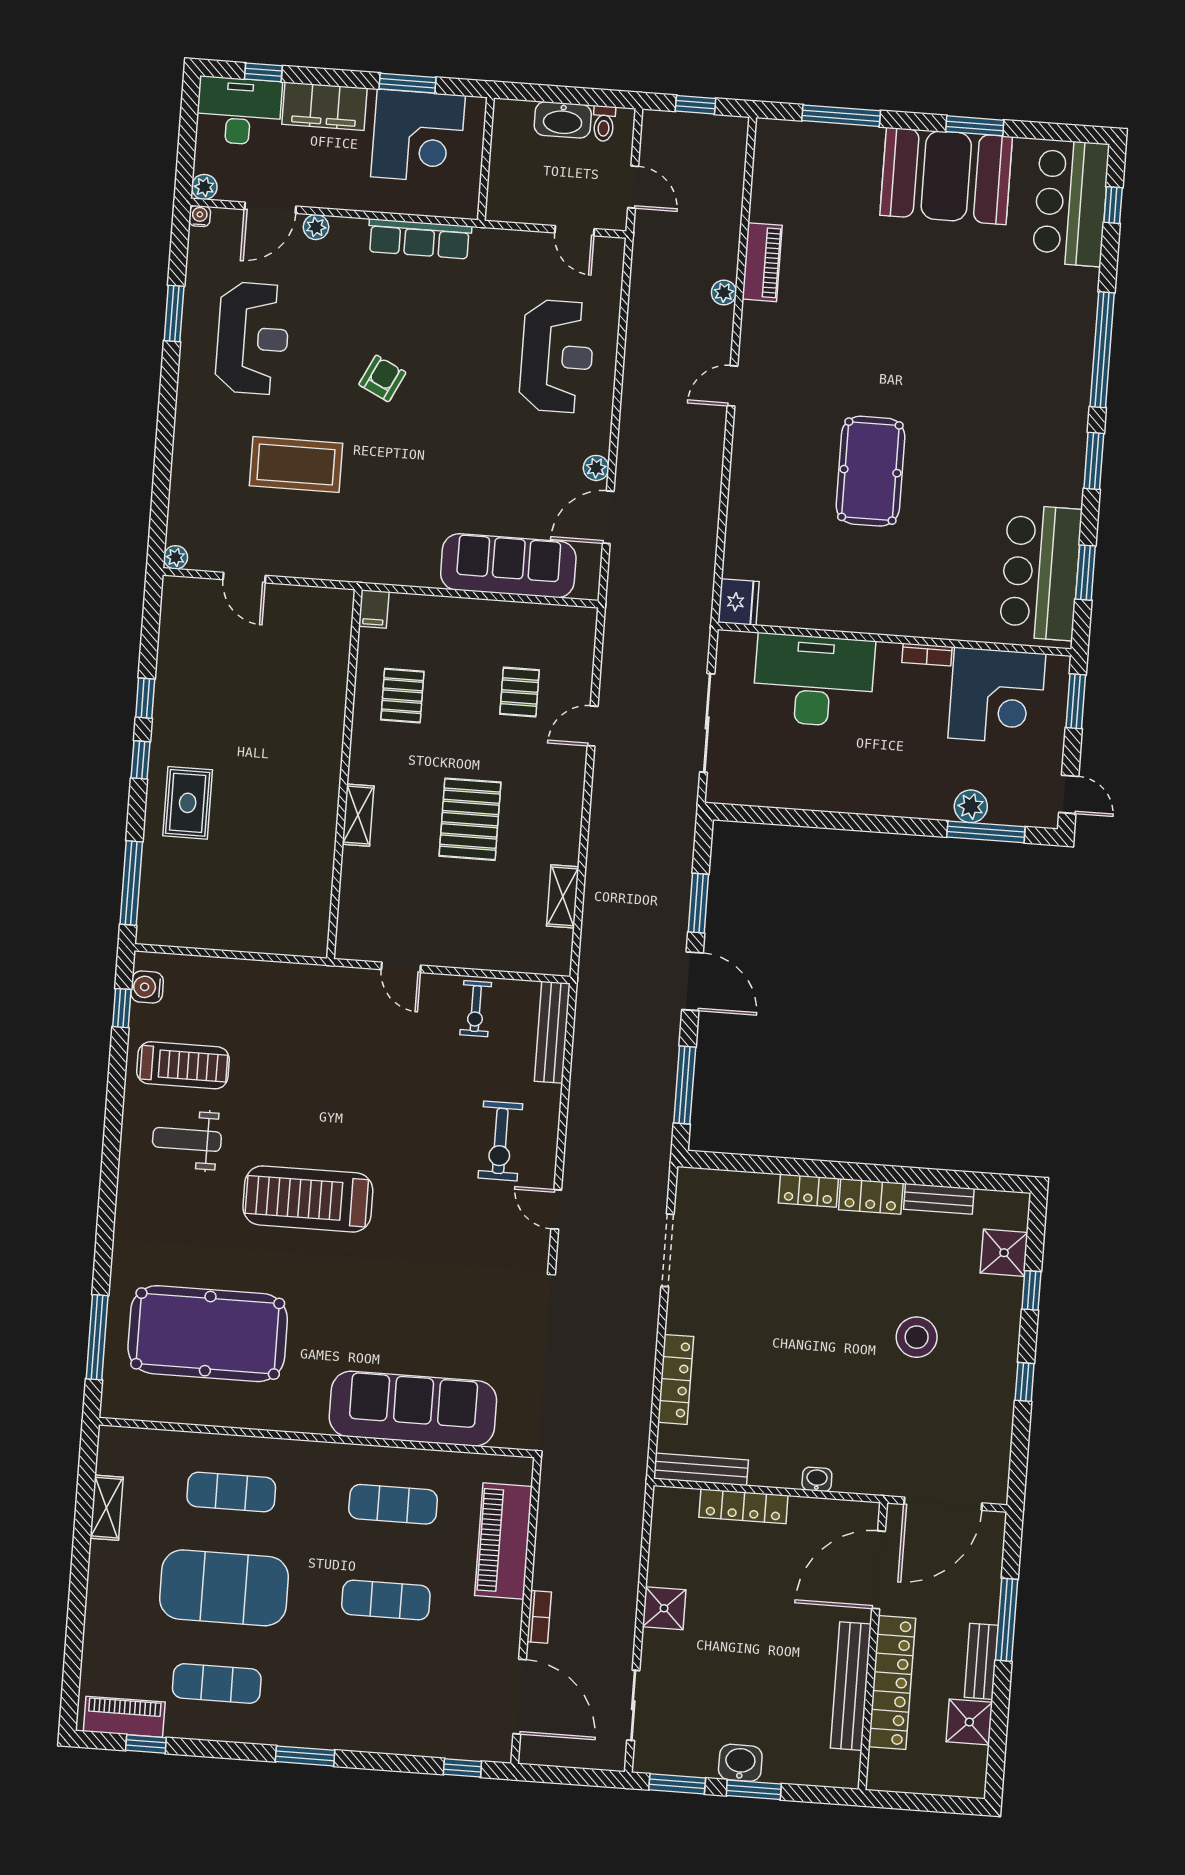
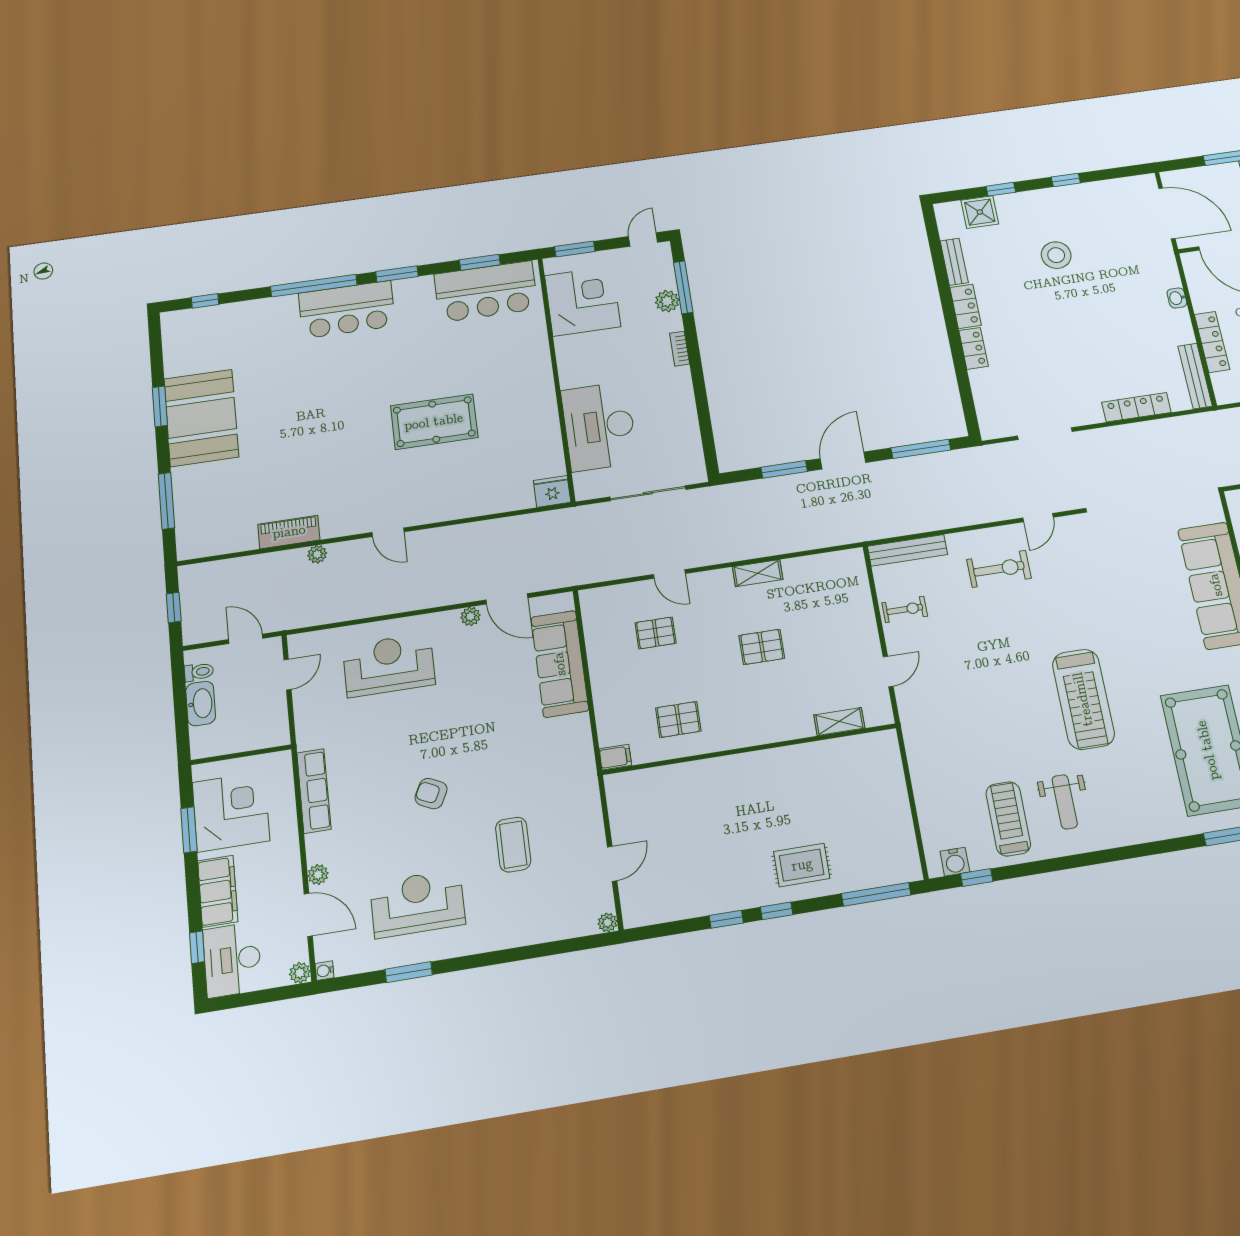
door: (633, 187) -> (246, 639), hinge flipped
bar counter: (1071, 203) -> (347, 310), moved
coffee table: (296, 465) -> (513, 845), width x0.73, depth x0.76
bookcase: (927, 655) -> (680, 349), moved, turned 180
shelving: (358, 815) -> (839, 721), moved
pallet: (470, 819) -> (762, 647), width x0.67, depth x0.71
shelving: (563, 896) -> (758, 573), moved

